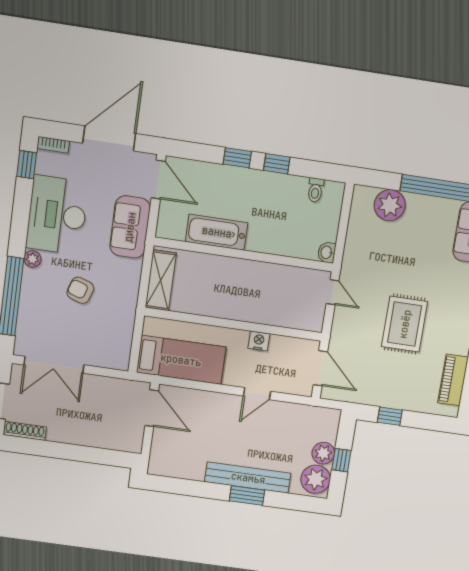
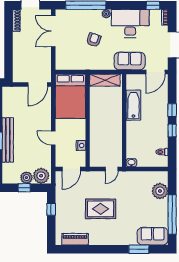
nightstand: (259, 341) -> (81, 146), moved
bed: (181, 360) -> (70, 96), width x1.50
plant: (316, 479) -> (41, 176), moved

